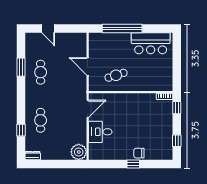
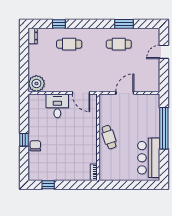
cafe table: (116, 75) -> (109, 137), moved
window: (177, 108) -> (82, 185), removed

